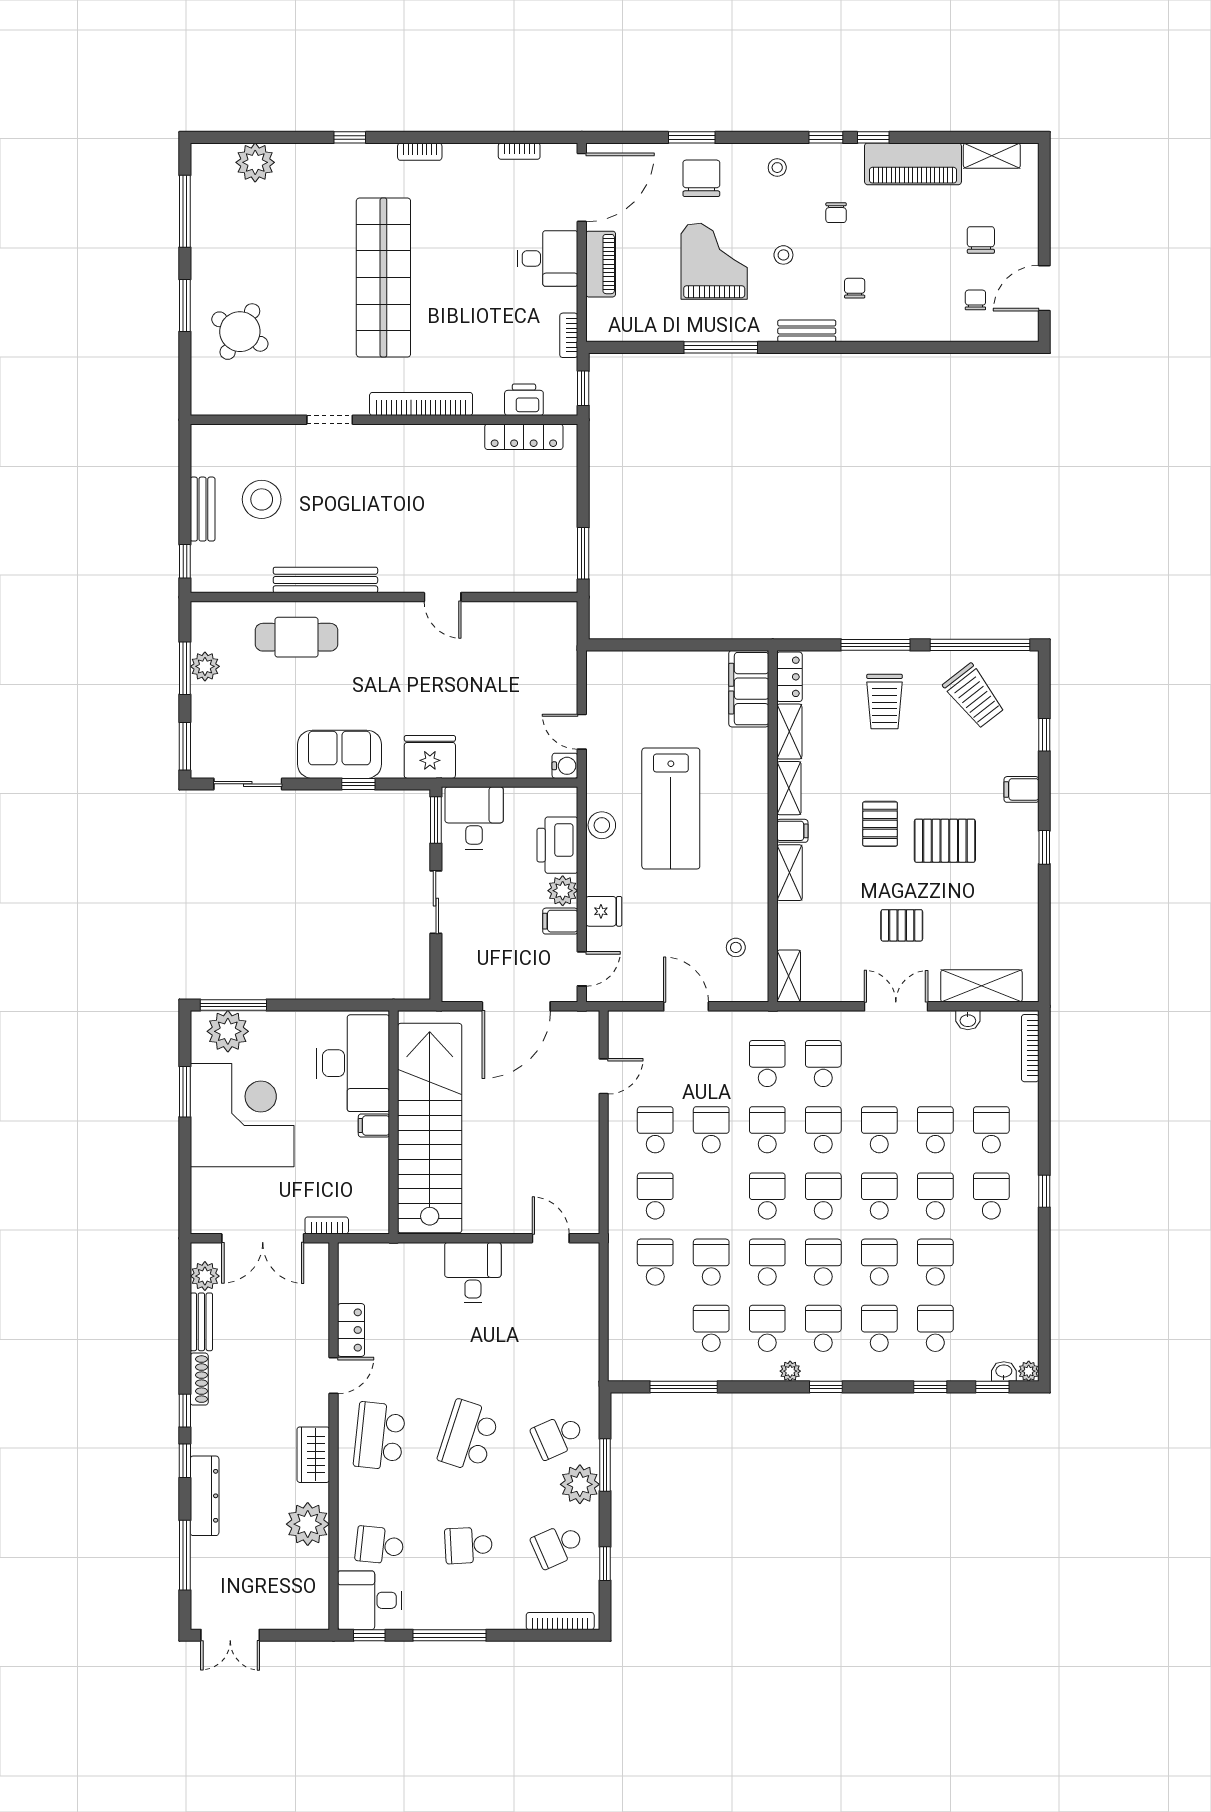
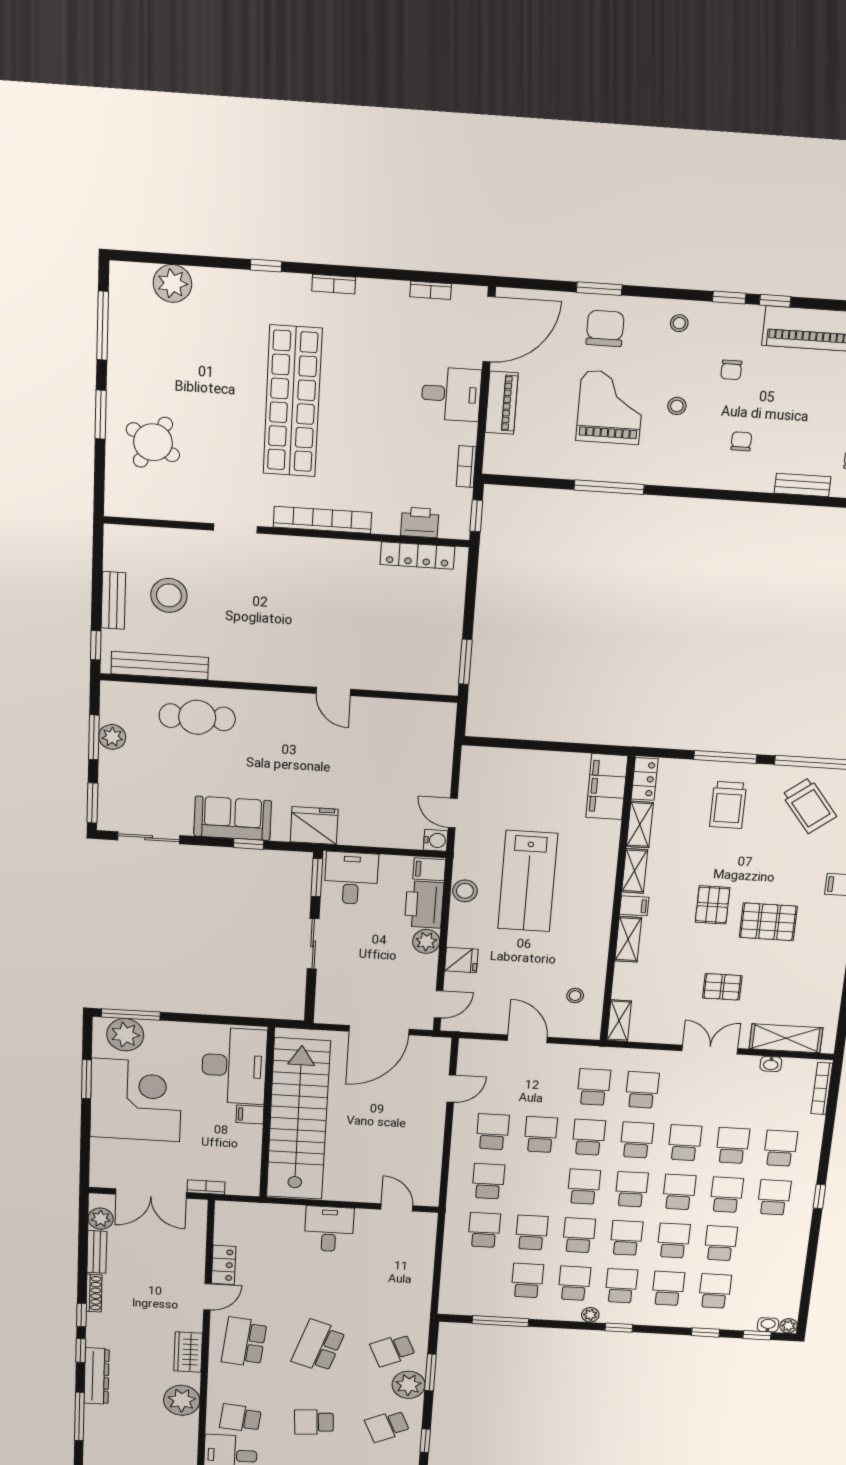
bench: (807, 331) -> (803, 485), moved
bench: (325, 580) -> (160, 666), moved
filing cabinet: (560, 921) -> (429, 869), moved

